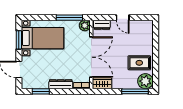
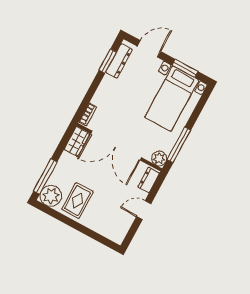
dresser: (61, 84) -> (119, 61), moved

